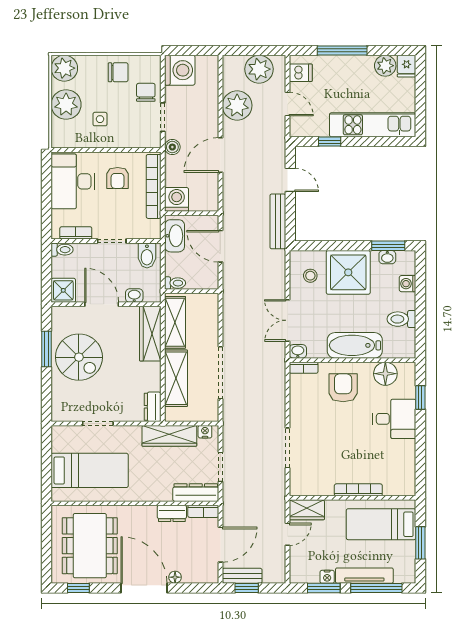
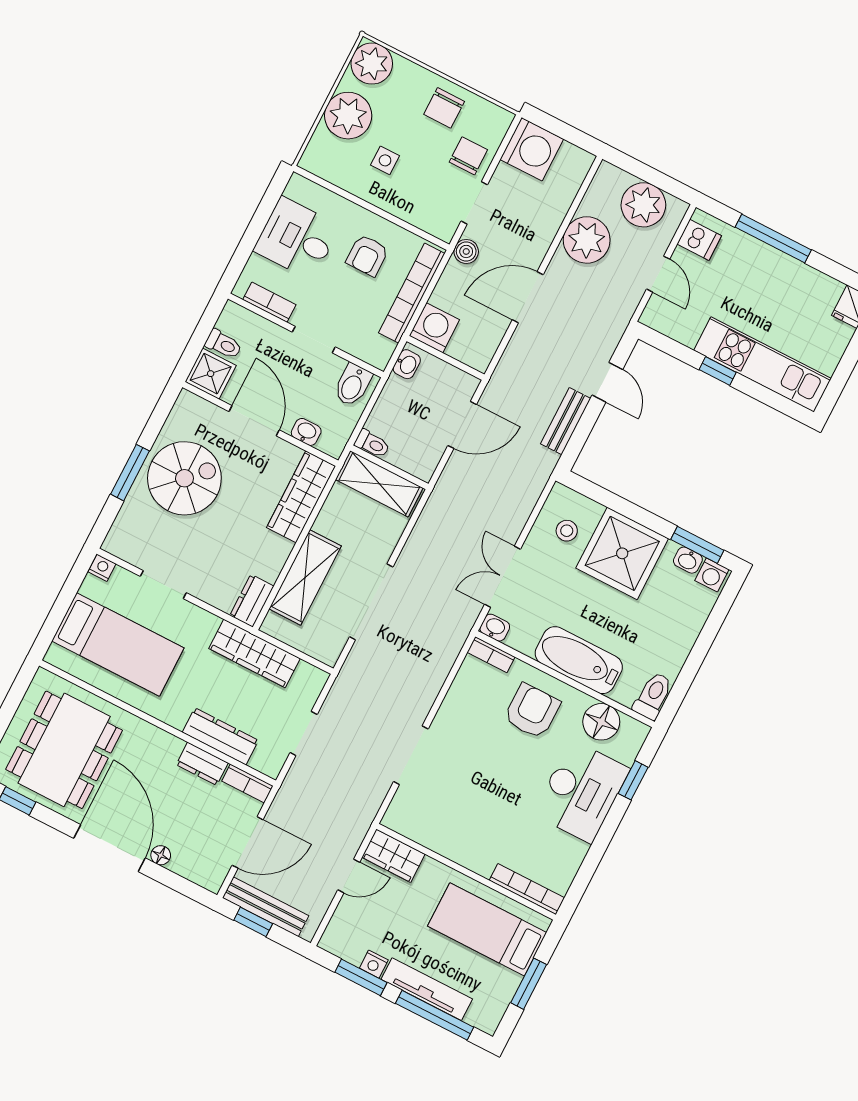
plant: (385, 66) -> (823, 291), removed
chair: (118, 72) -> (444, 108), turned 90
window: (330, 142) -> (718, 371), moved
desk: (73, 181) -> (297, 238), width x0.73
bench: (278, 221) -> (566, 421), width x0.73
washbasin: (175, 236) -> (407, 364), width x0.52, depth x0.69
door: (220, 246) -> (462, 425), swing flipped
toilet: (62, 250) -> (223, 344), moved
washing machine: (408, 284) -> (712, 575), moved, turned -90
toilet: (401, 319) -> (653, 696), moved, turned 90
shelving: (175, 322) -> (379, 484), moved, turned 90
window: (47, 349) -> (130, 473), moved
spiral stairs: (79, 357) -> (184, 478), turned -90
desk: (394, 419) -> (581, 791), width x1.37
nightstand: (205, 432) -> (102, 568), moved
bookcase: (358, 490) -> (527, 889), moved
dresser: (196, 493) -> (220, 736), moved
bench: (242, 576) -> (266, 907), width x1.36

